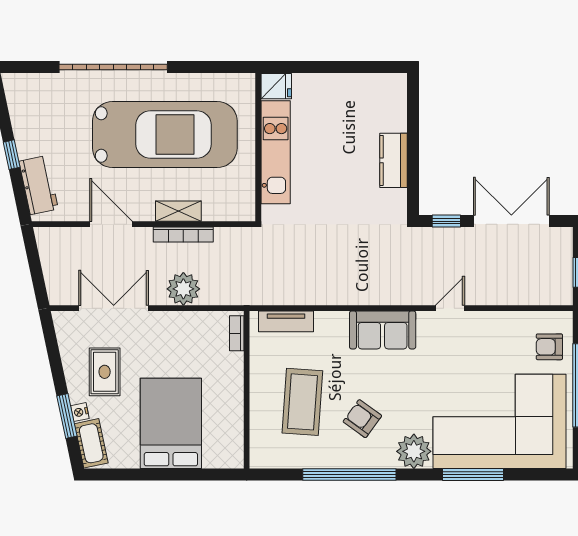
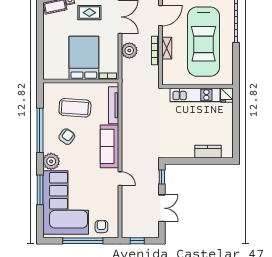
kitchen counter: (394, 160) -> (208, 152), moved
double door: (511, 221) -> (162, 208), width x0.73
tv unit: (286, 321) -> (114, 105), width x1.41
sofa: (383, 330) -> (110, 146), width x1.36
bed: (171, 423) -> (84, 58), moved, turned -90

